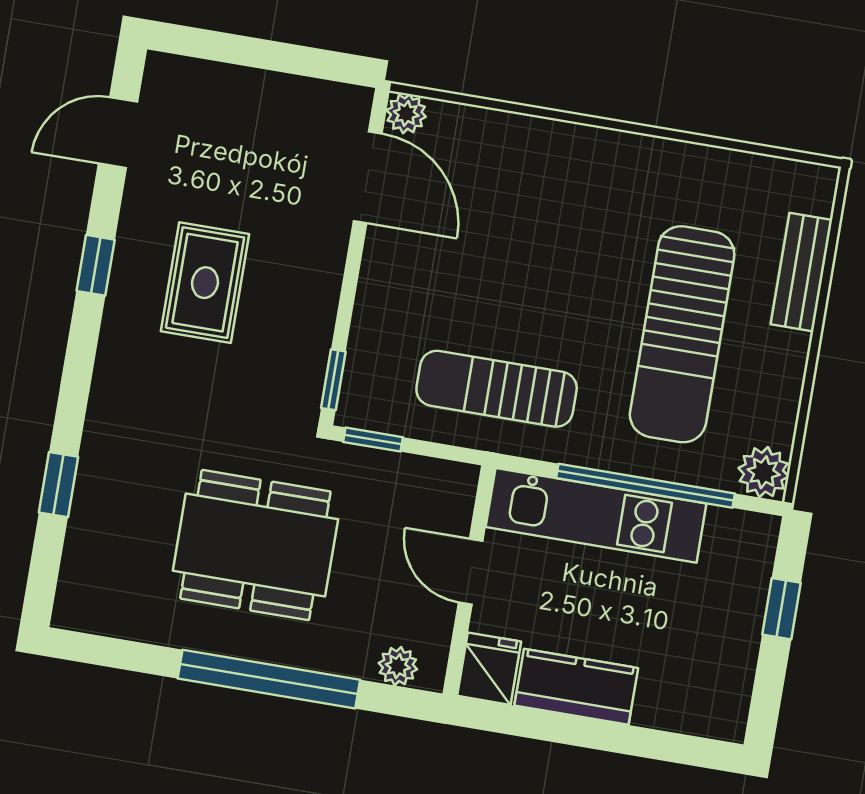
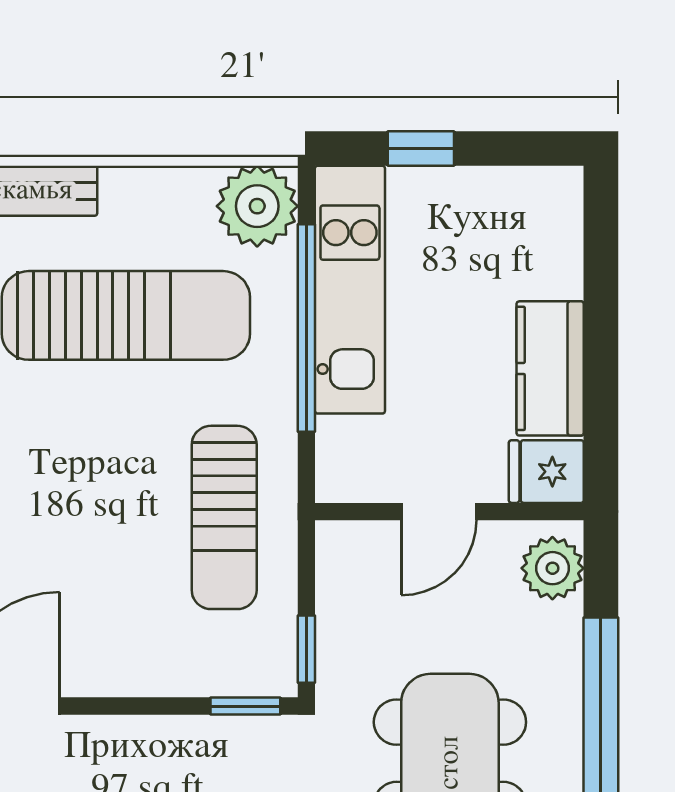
plant: (764, 472) -> (257, 206), width x1.36, depth x1.36
kitchen unit: (596, 515) -> (350, 290), moved
plant: (398, 666) -> (552, 568), width x1.38, depth x1.38

